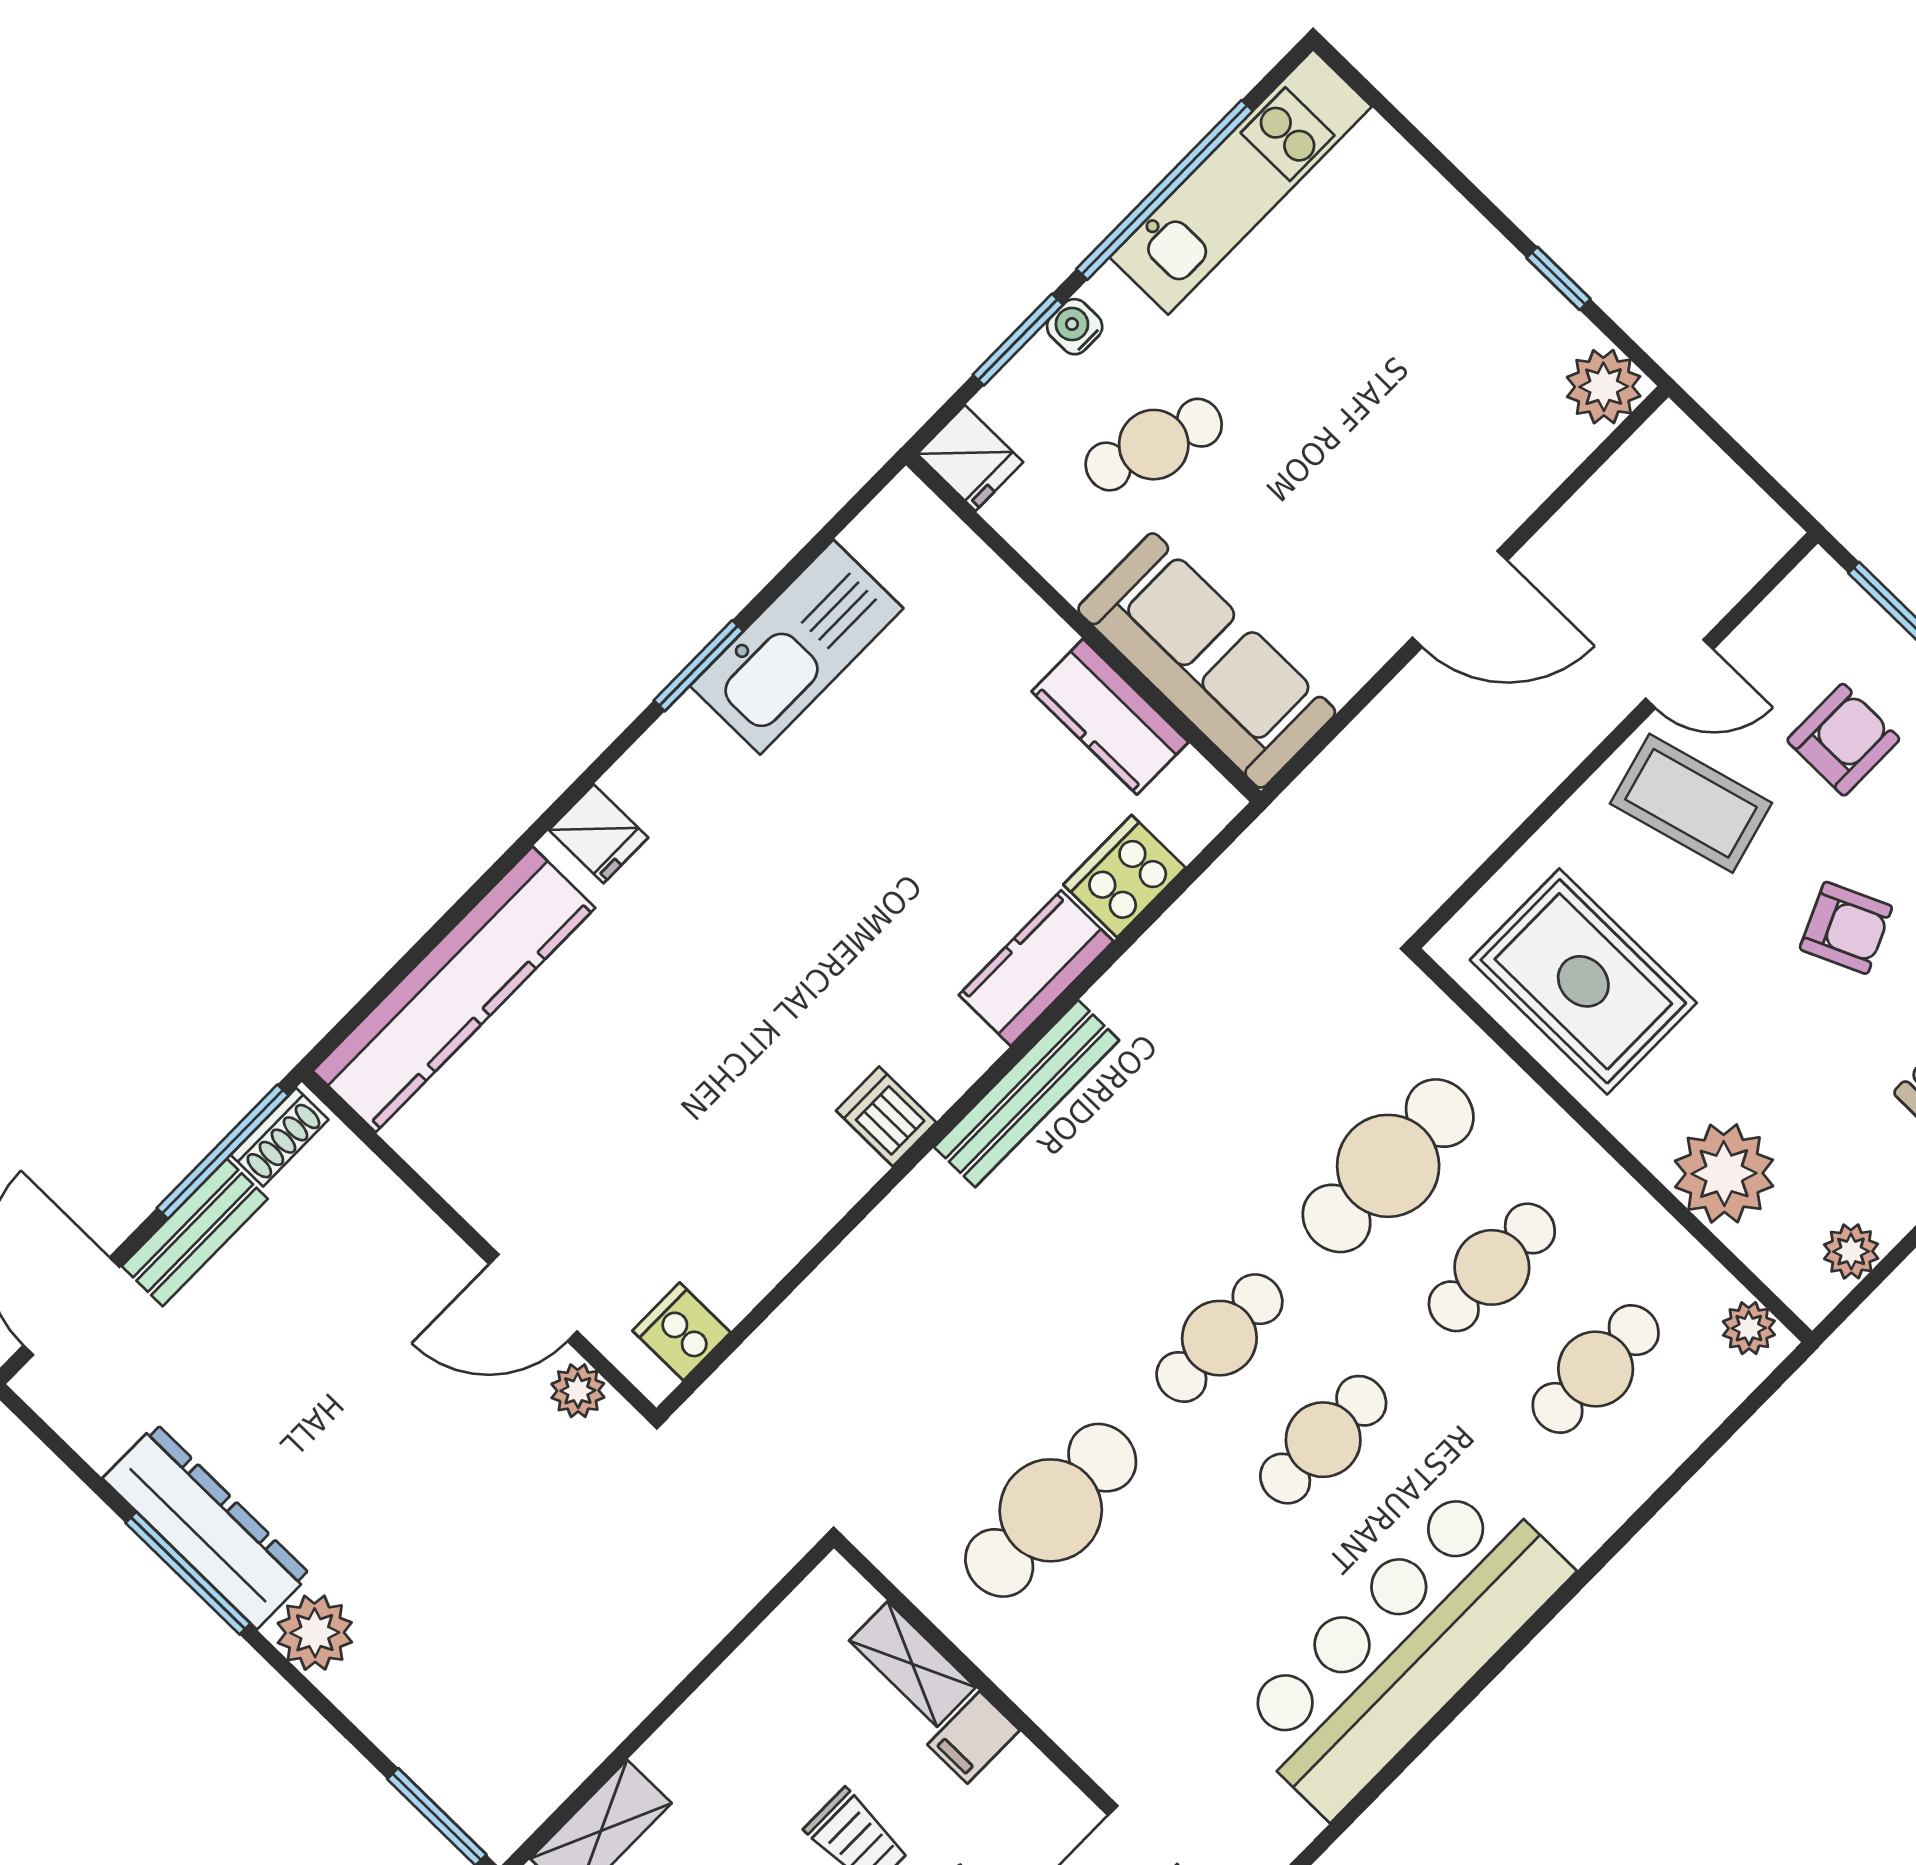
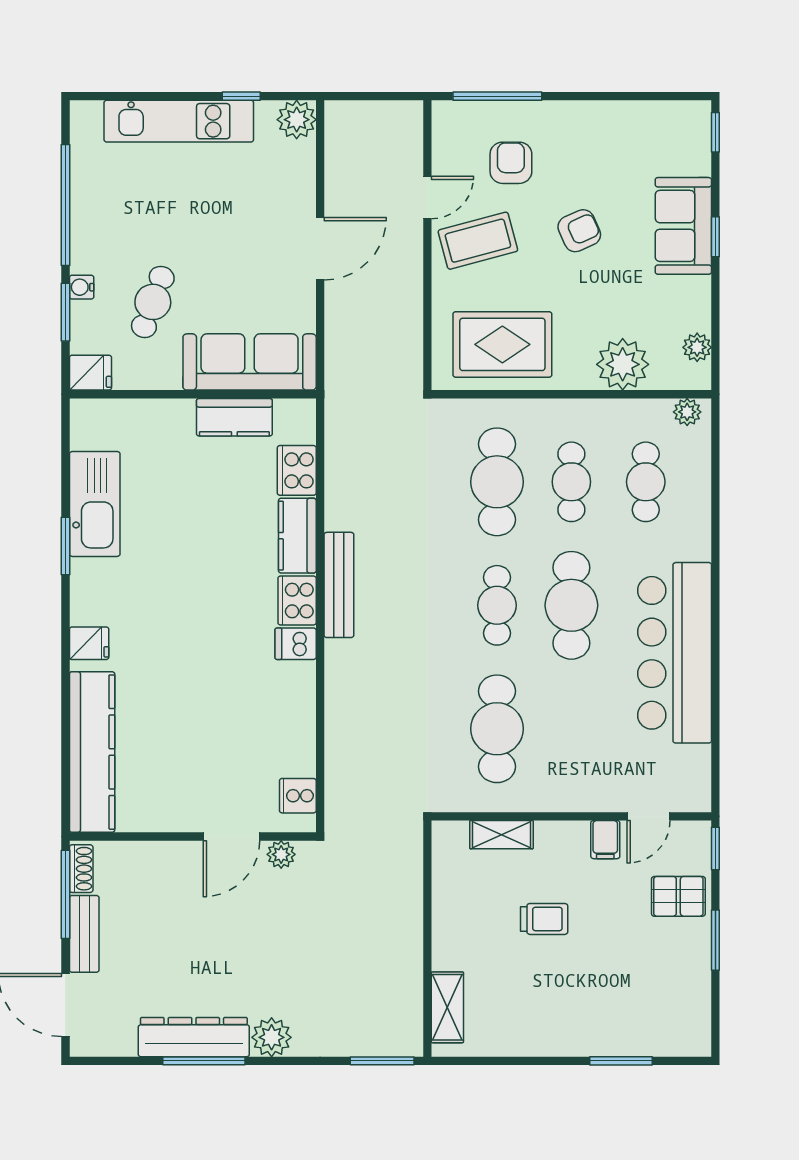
kitchen unit: (1241, 182) -> (179, 121), moved, turned 90
cooker: (947, 1058) -> (297, 601), added
cafe table: (1323, 1440) -> (571, 605), width x1.37, depth x1.35
filing cabinet: (973, 1737) -> (605, 840), moved

